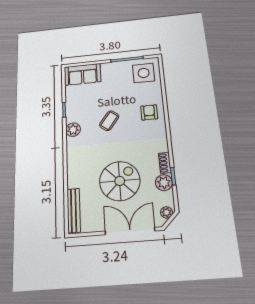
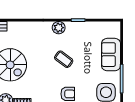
sofa: (82, 74) -> (111, 55), moved

